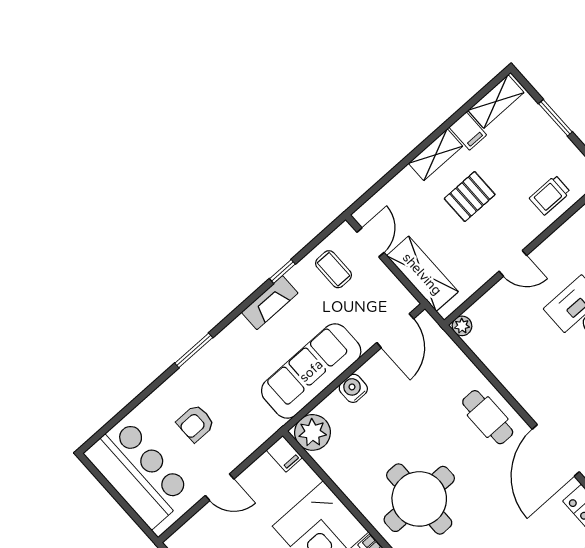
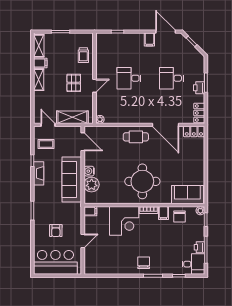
pallet: (470, 197) -> (74, 83), moved
plant: (313, 432) -> (92, 185), moved

